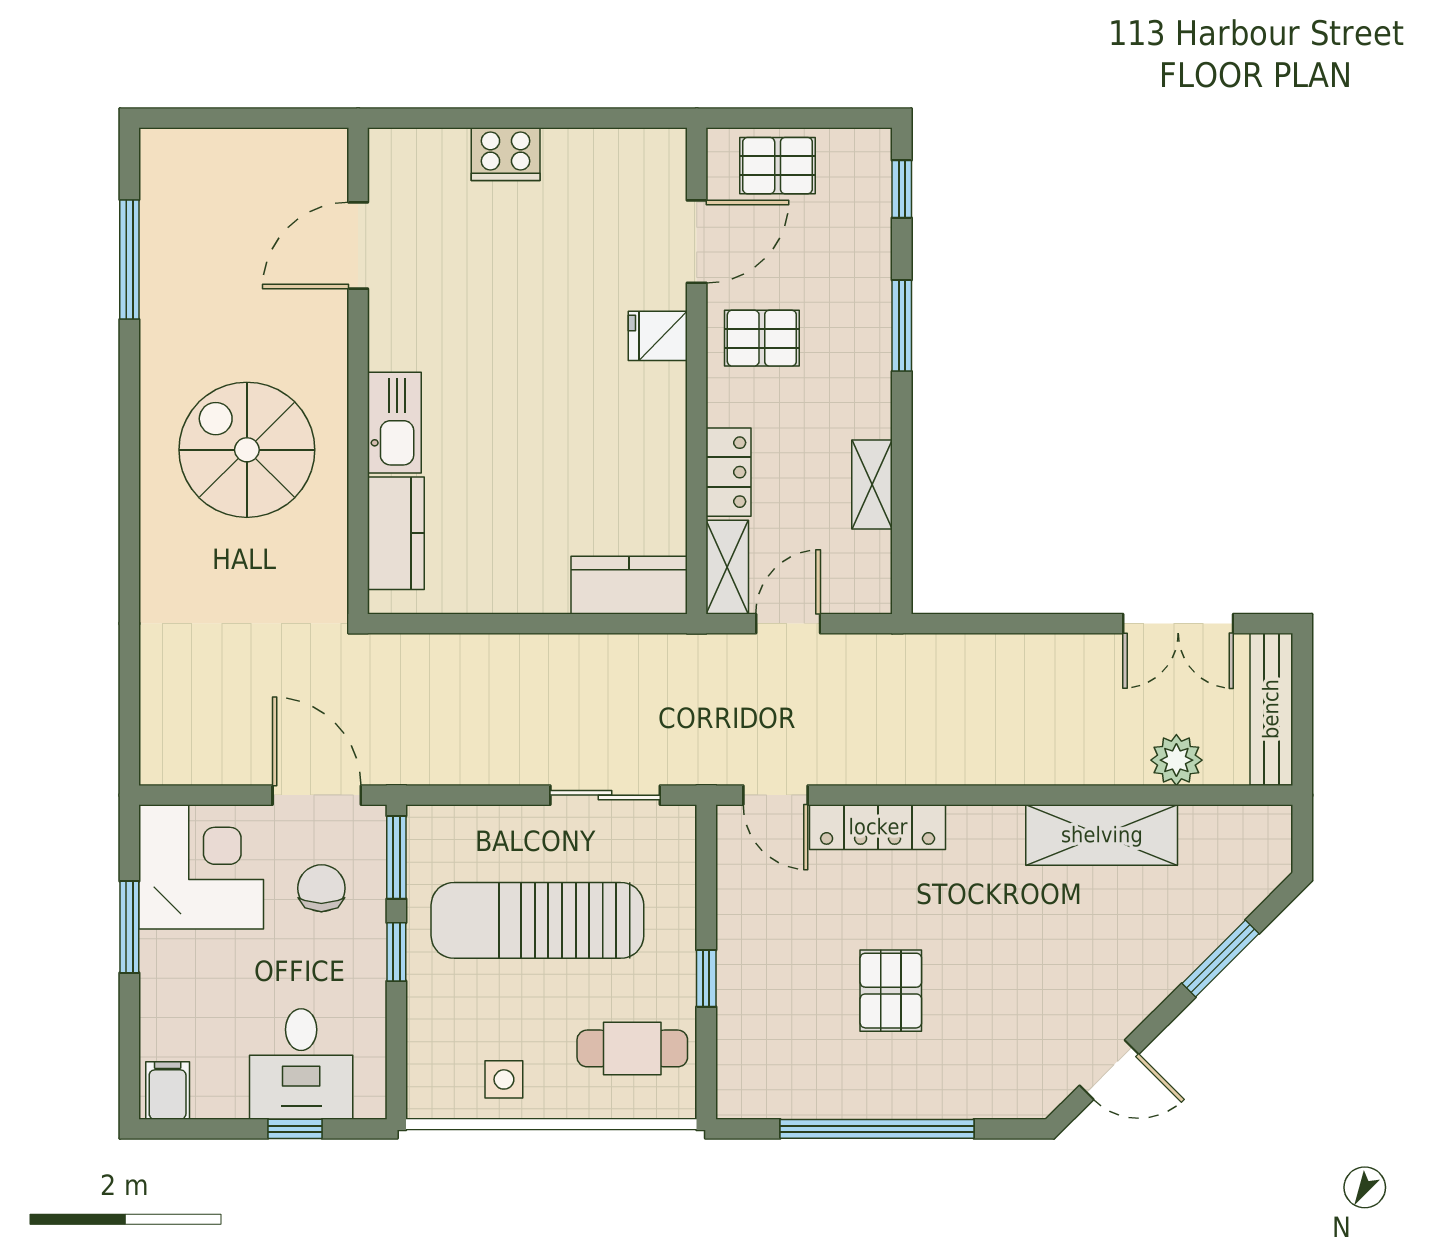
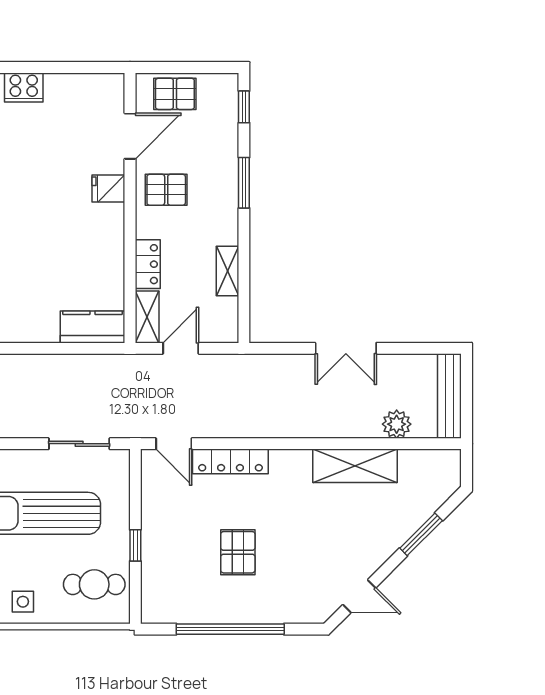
double door: (1178, 624) -> (346, 348), moved

